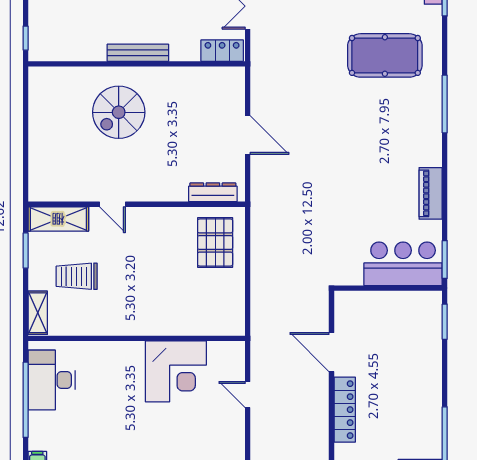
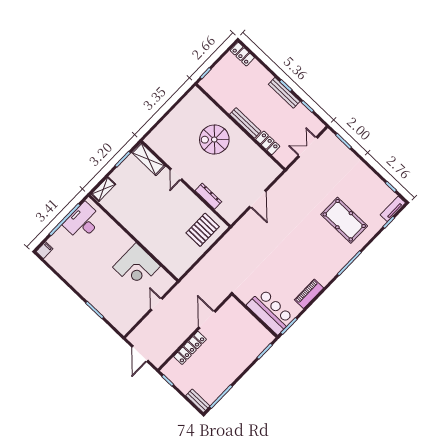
locker: (222, 51) -> (268, 143), moved
dresser: (213, 192) -> (208, 196), moved
trolley: (77, 276) -> (133, 189), removed

